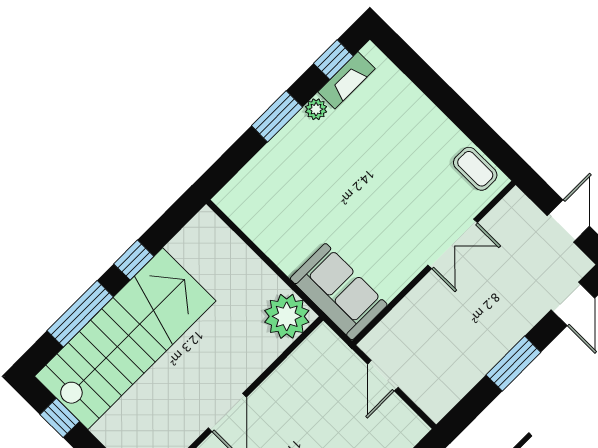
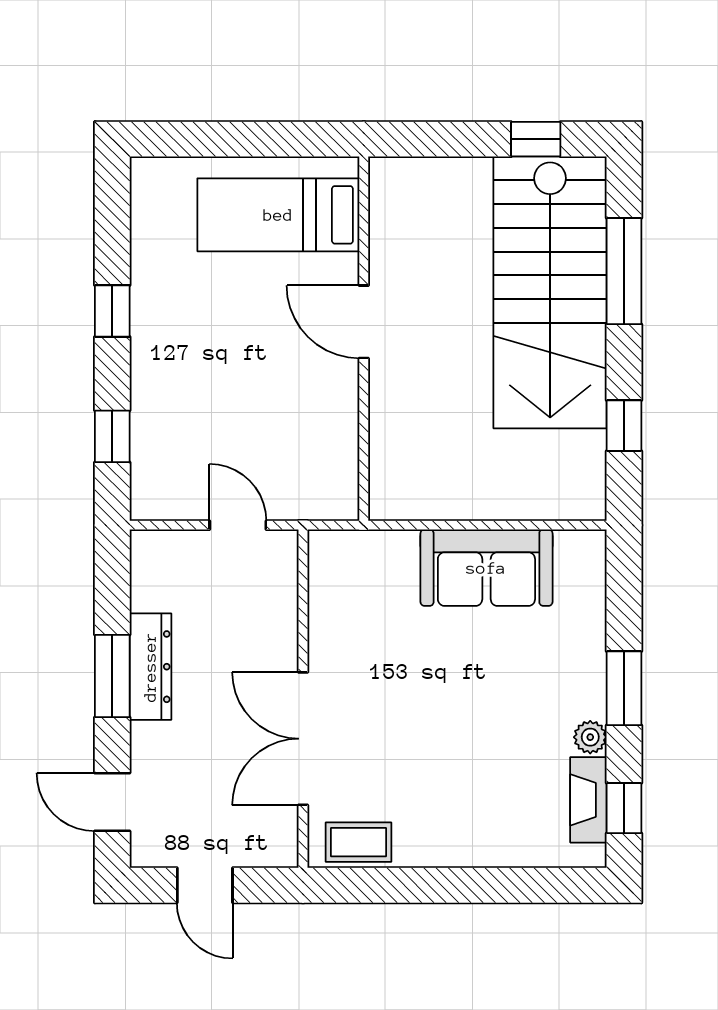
double door: (453, 244) -> (303, 739), width x1.37
window: (134, 260) -> (624, 426), moved
sofa: (339, 292) -> (486, 568), moved
plant: (287, 316) -> (402, 487), removed
dresser: (491, 350) -> (150, 667), added

